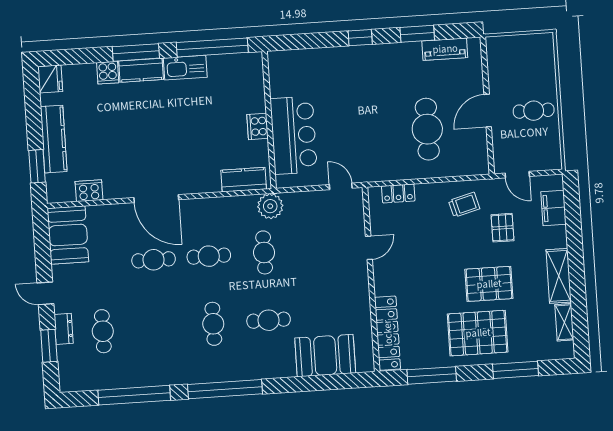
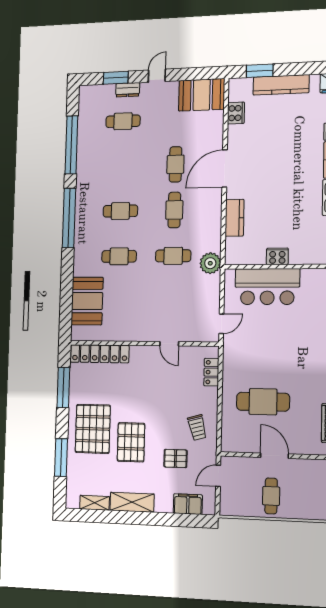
kitchen counter: (244, 180) -> (234, 218), moved
cafe table: (269, 320) -> (119, 256), turned 90

